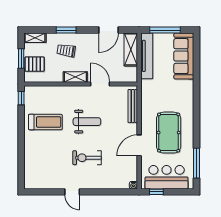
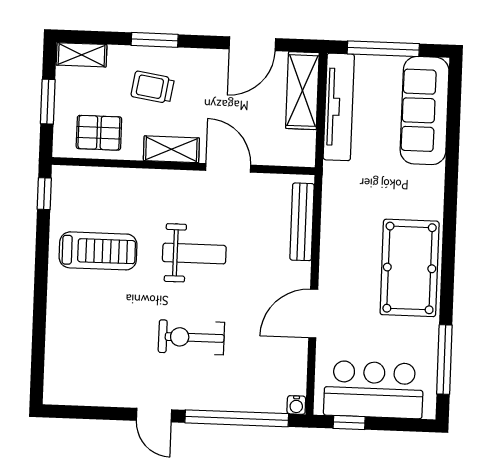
pallet: (35, 64) -> (99, 133), moved
pool table: (169, 133) -> (410, 268), moved
window: (108, 192) -> (237, 418), added

